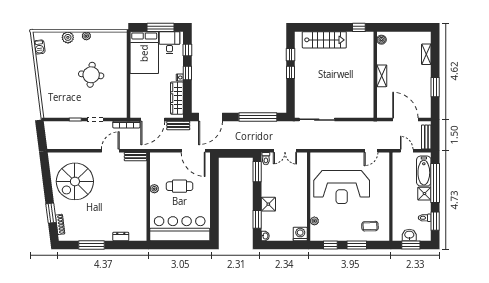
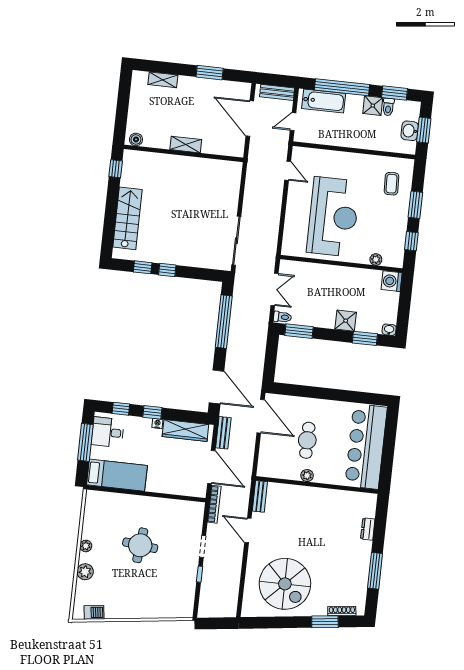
bed: (144, 53) -> (117, 475), width x0.67
door: (405, 120) -> (250, 119), hinge flipped
door: (193, 151) -> (261, 416), hinge flipped
shower: (424, 194) -> (373, 106), moved

